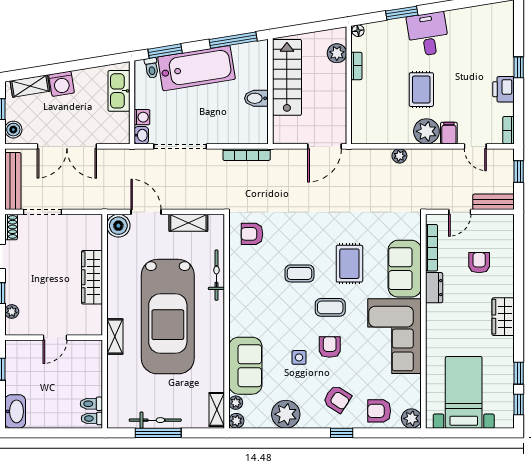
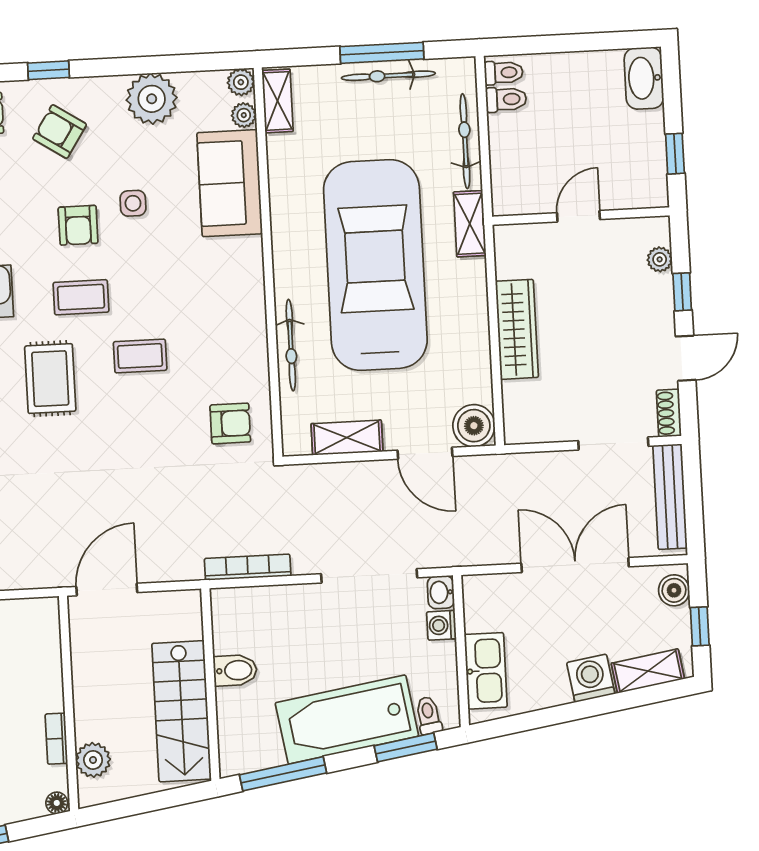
bicycle: (115, 382) -> (465, 141), added

